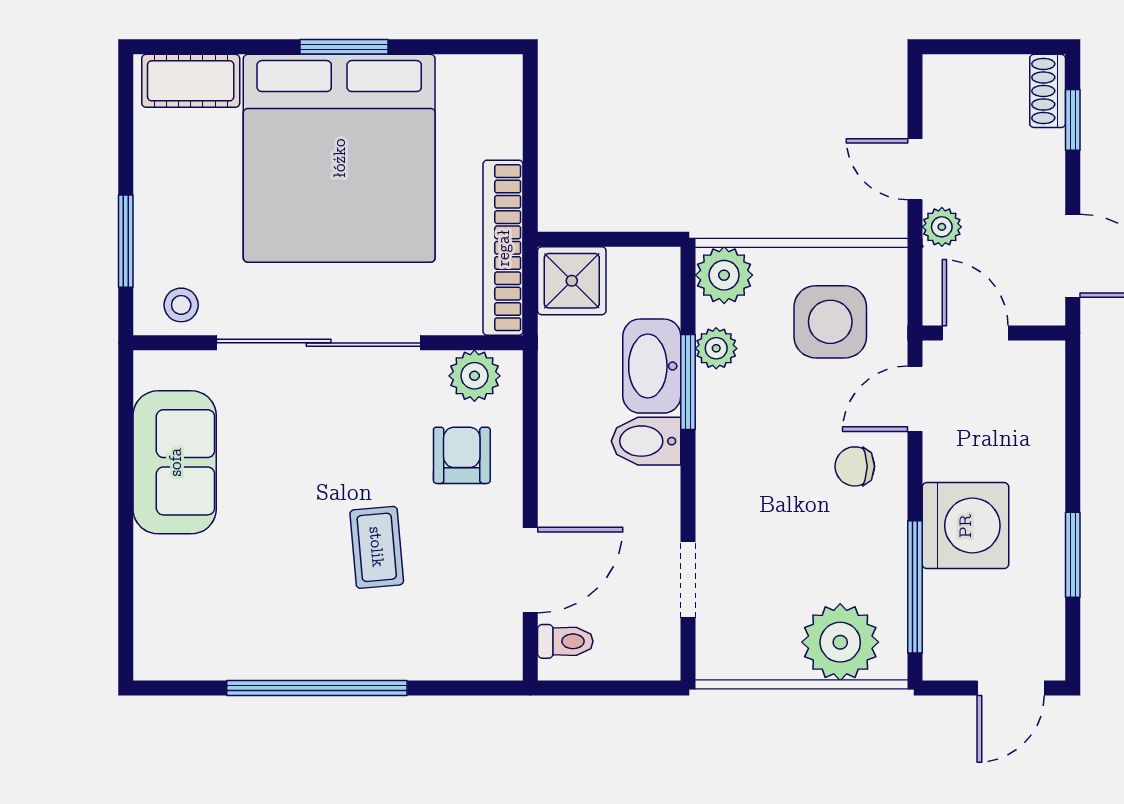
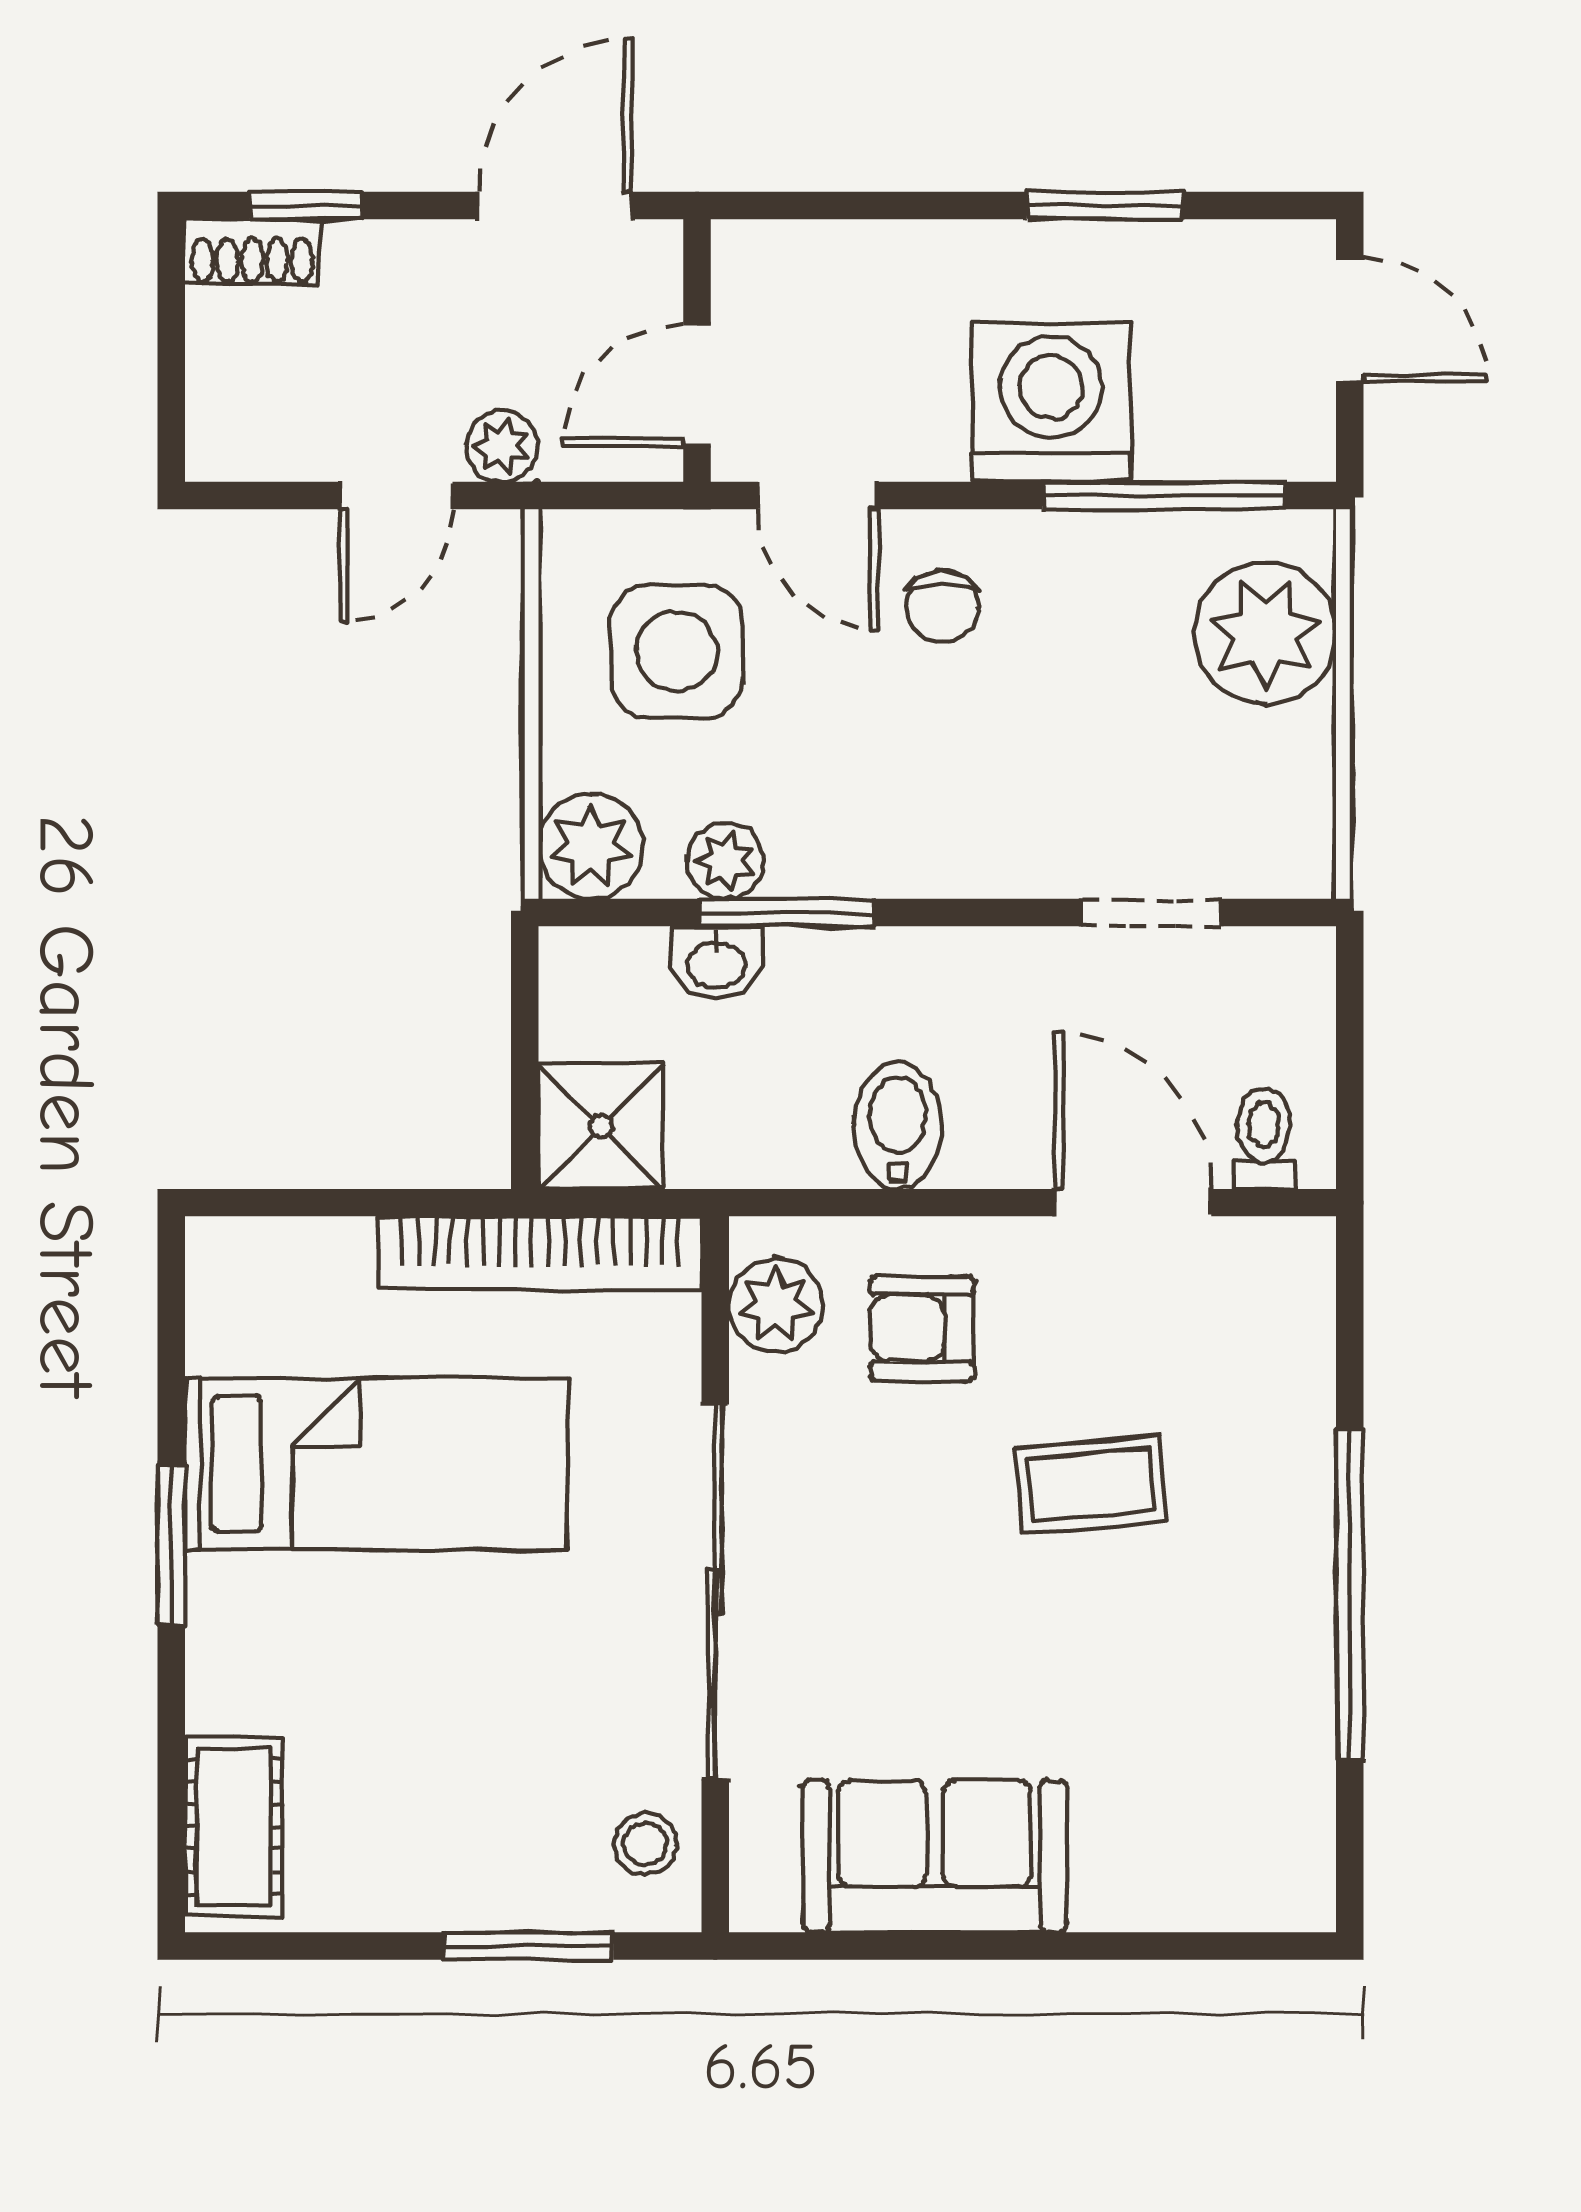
bed: (339, 158) -> (376, 1464), width x0.49
washbasin: (652, 366) -> (716, 963), width x0.52, depth x0.69
bidet: (646, 441) -> (898, 1125), moved, turned 180

